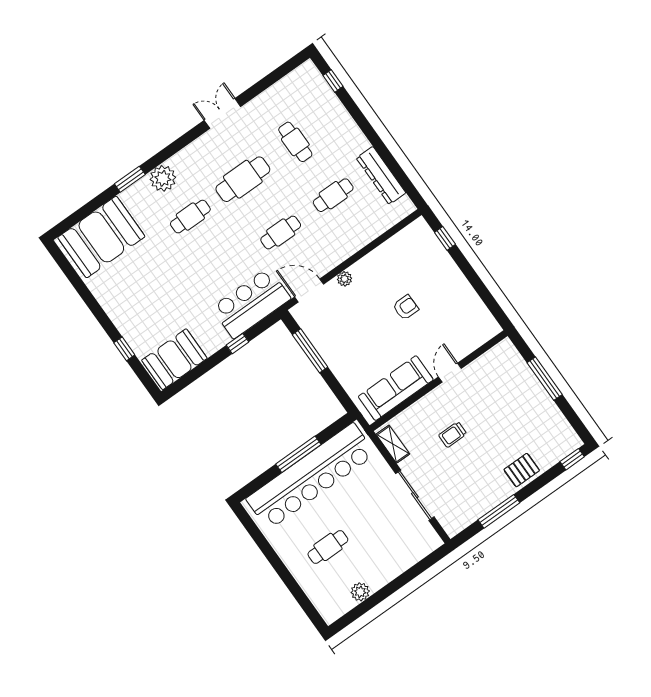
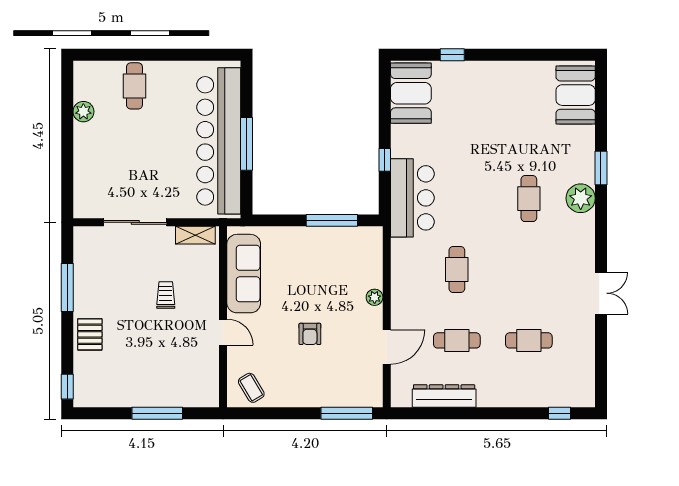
cafe table: (243, 179) -> (529, 270), removed
cafe table: (333, 195) -> (457, 340), turned 90
booth: (101, 237) -> (576, 95), width x0.73, depth x0.70
window: (445, 238) -> (347, 413), width x2.17
door: (309, 290) -> (387, 347), moved
coffee table: (476, 322) -> (251, 388), added
cafe table: (328, 547) -> (134, 86), moved

